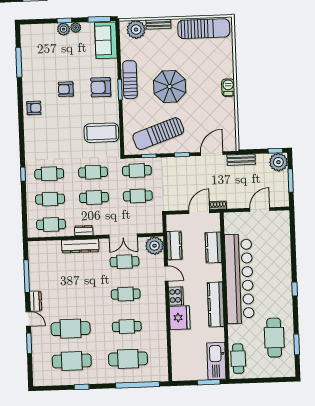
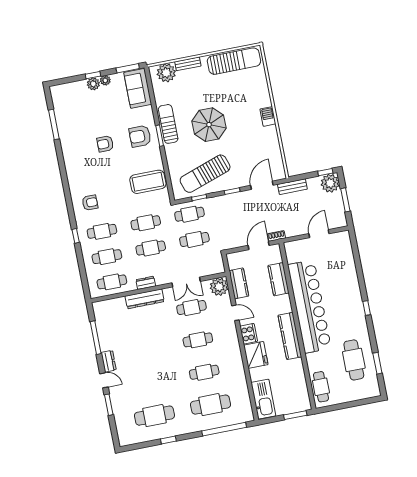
armchair: (34, 108) -> (90, 203), moved
cafe table: (71, 329) -> (148, 383), removed
kitchen sink: (216, 361) -> (263, 399), moved, turned 180

